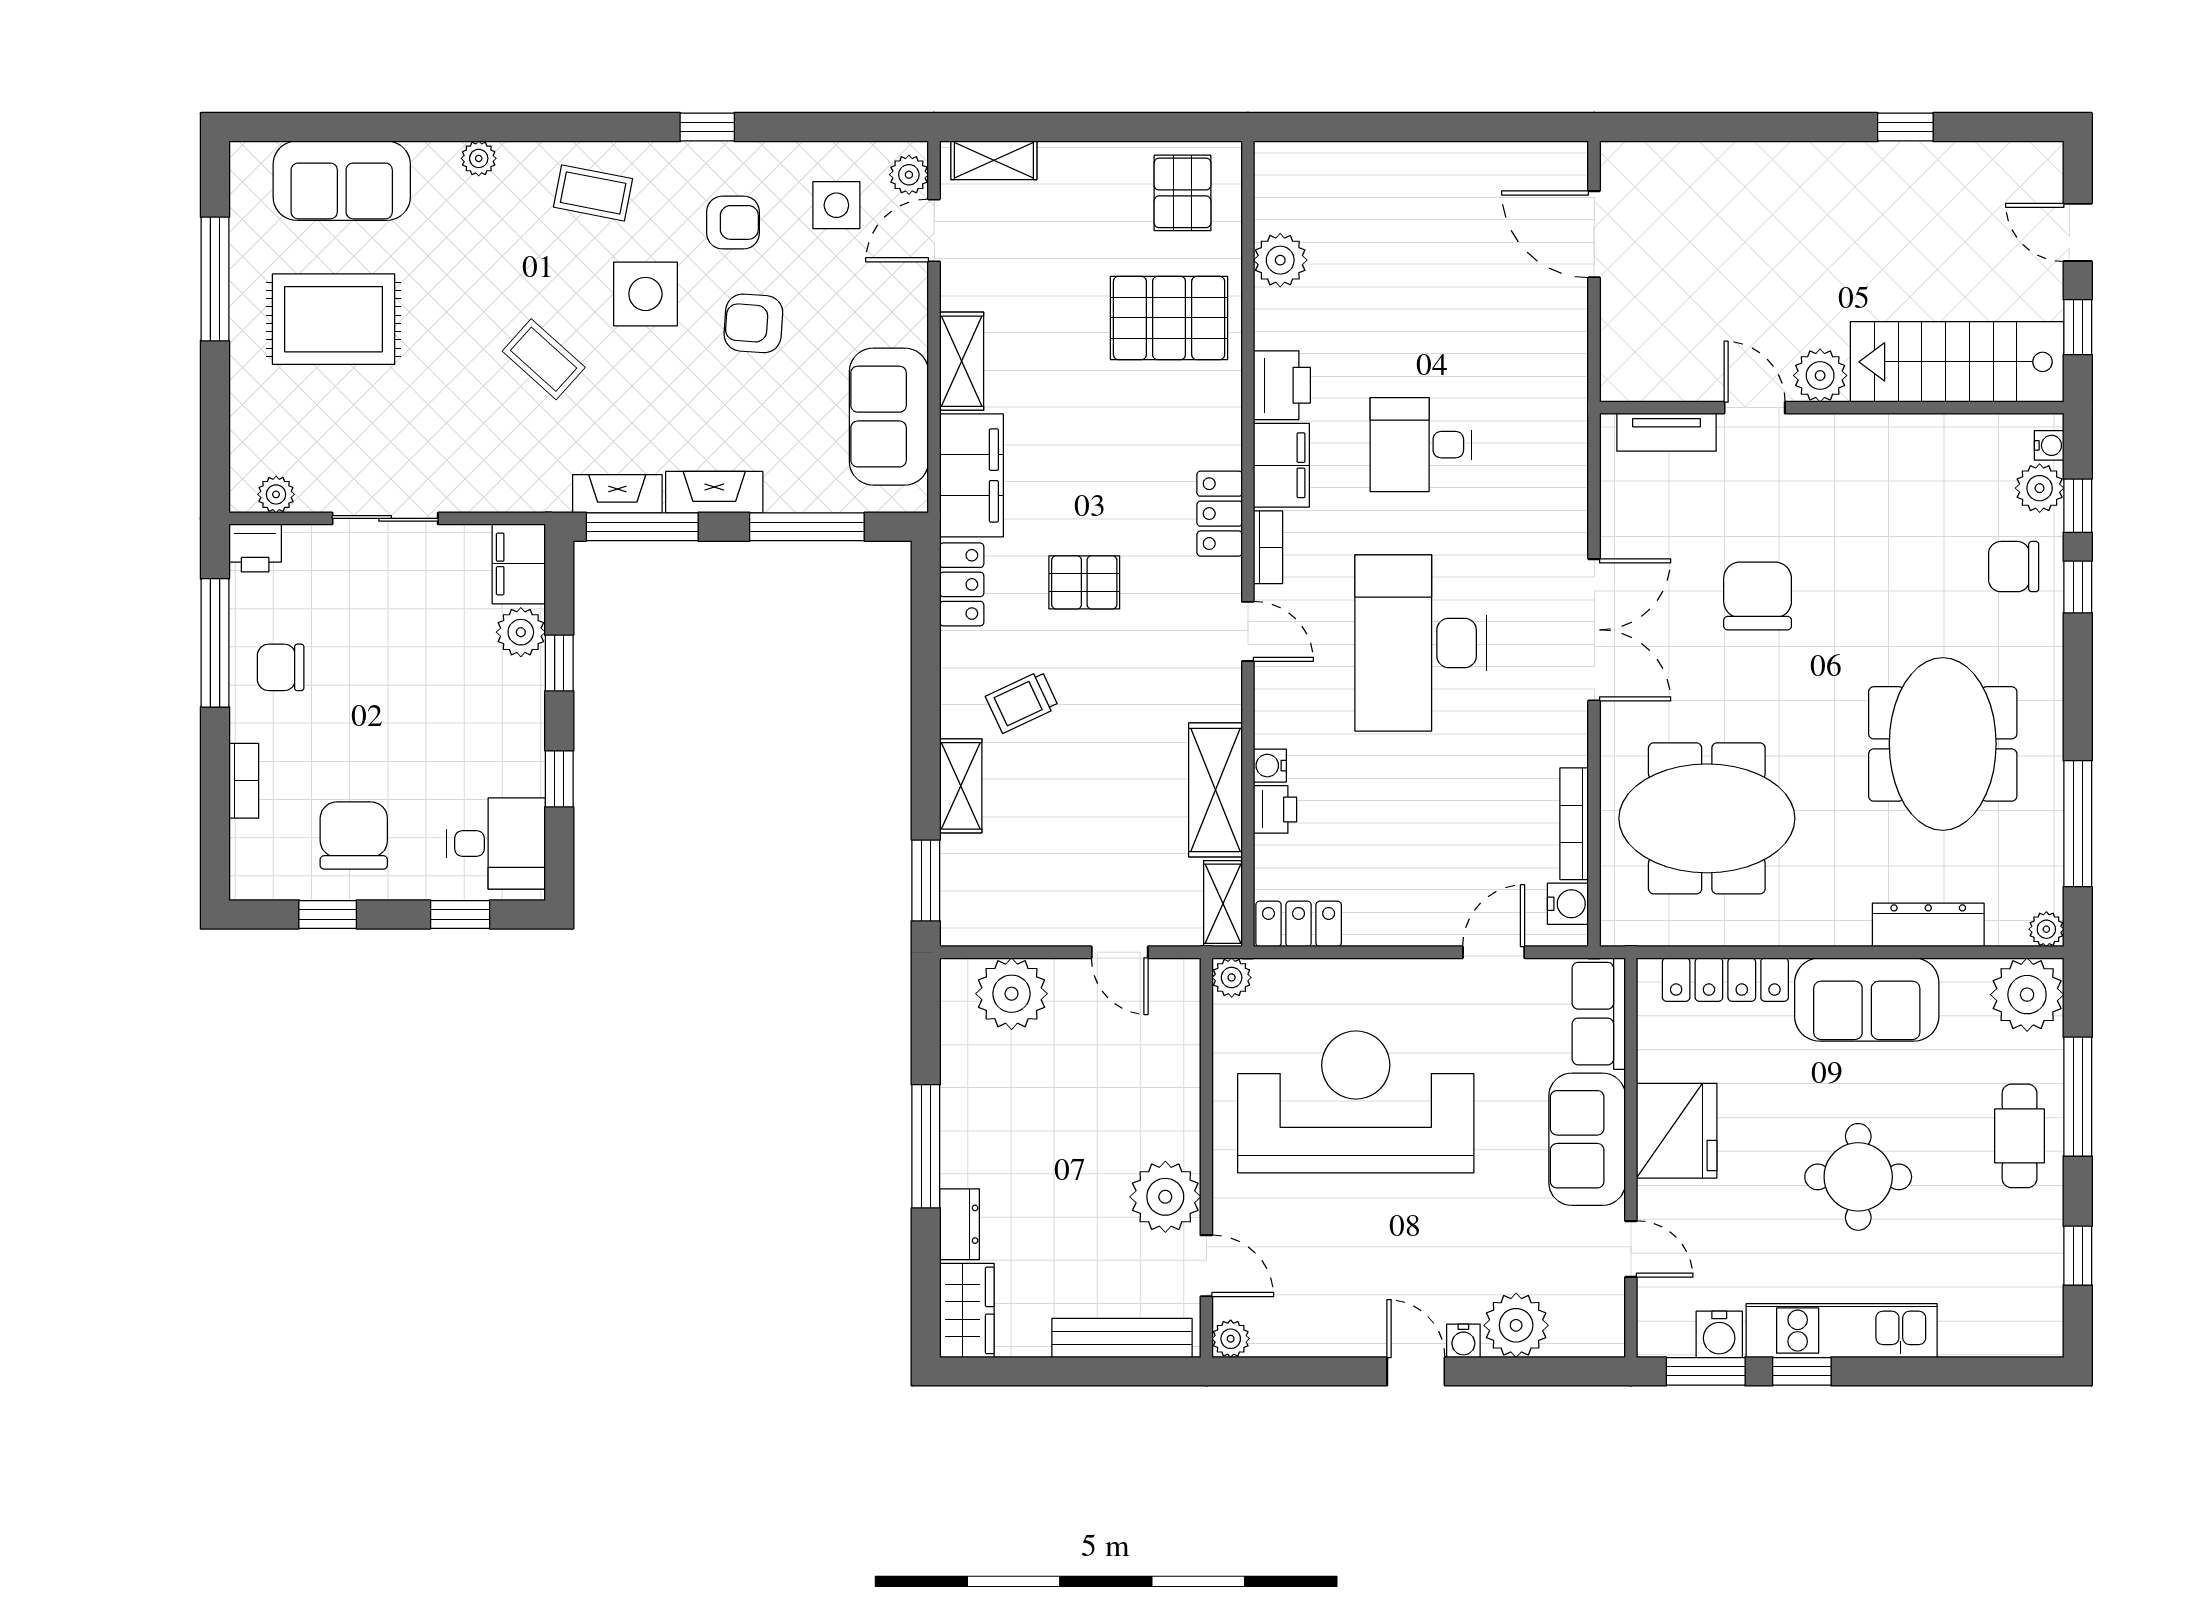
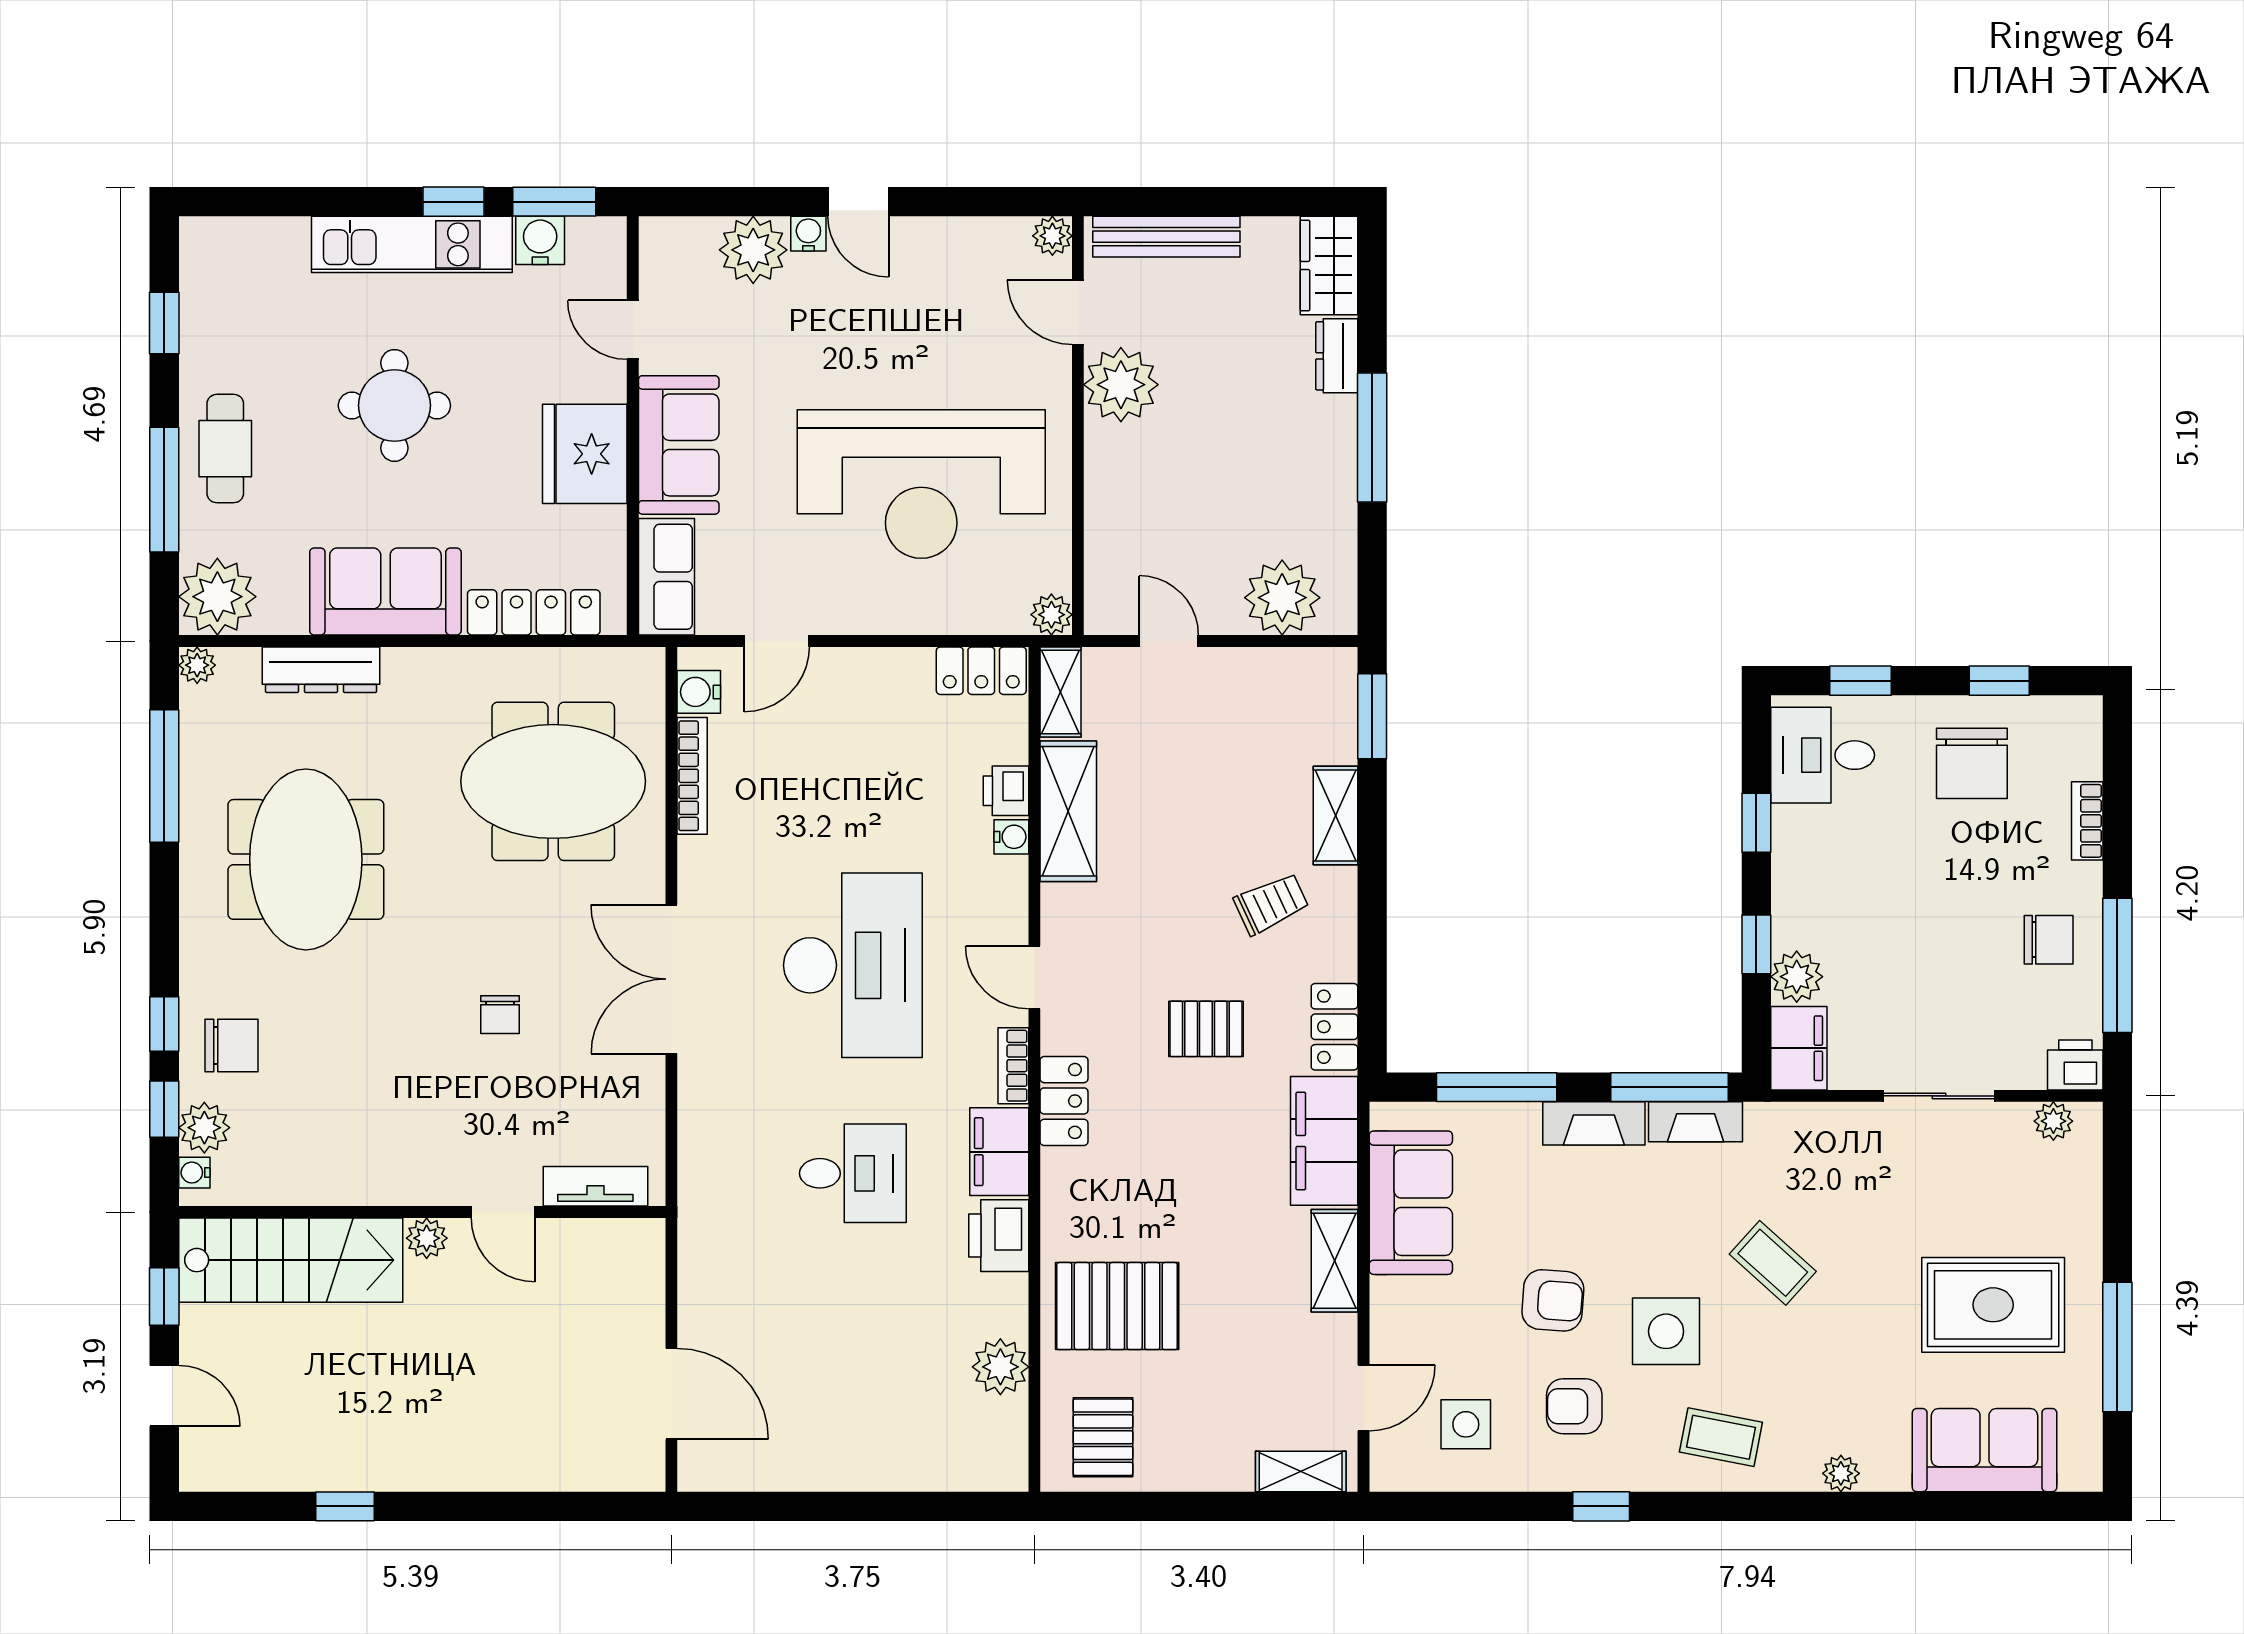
plant: (909, 175) -> (1390, 1456), removed
plant: (1820, 375) -> (427, 1238), width x0.73, depth x0.73
chair: (1758, 596) -> (500, 1015), width x0.54, depth x0.54

